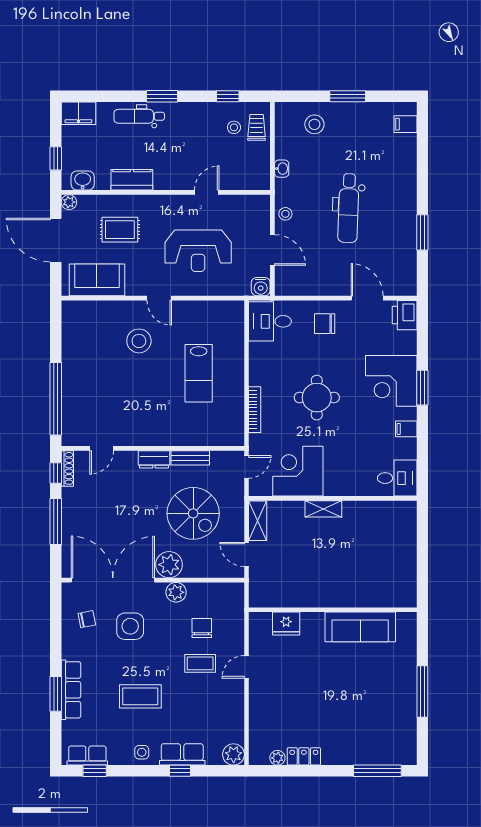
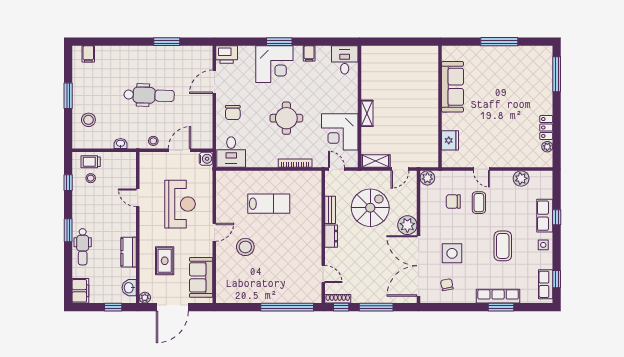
plant: (176, 592) -> (427, 178), moved
plant: (234, 754) -> (521, 178), moved

